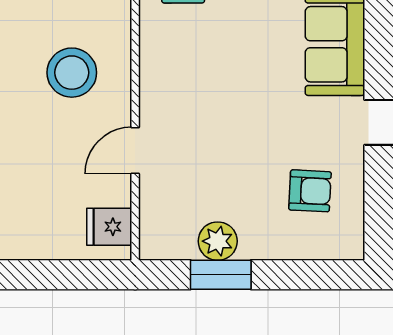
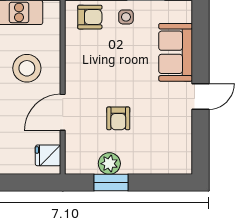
door: (135, 150) -> (63, 112), width x1.38
armchair: (310, 191) -> (118, 118), moved, turned 87

